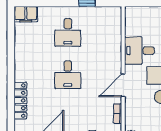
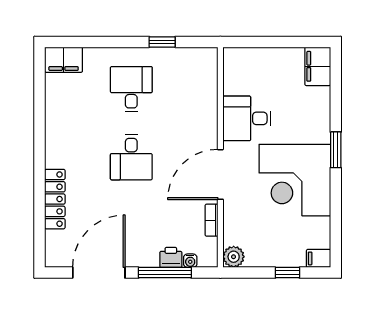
desk: (68, 32) -> (131, 89), turned 180
door: (123, 85) -> (220, 174), width x1.36

